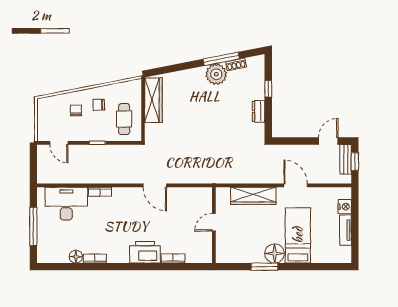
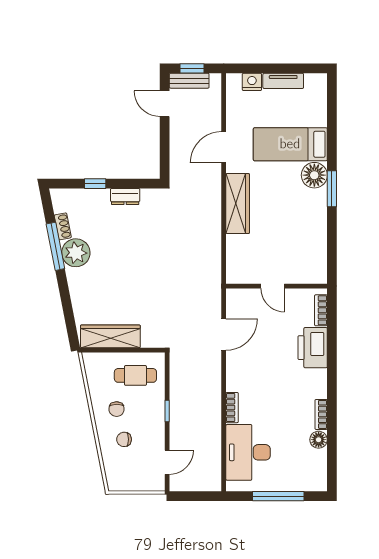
door: (214, 222) -> (273, 286), moved
wall: (214, 225) -> (277, 286), moved

